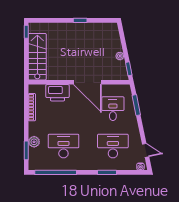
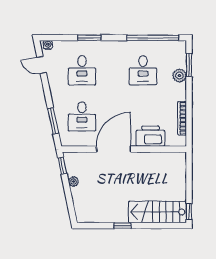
stairs: (37, 57) -> (157, 212), moved, turned 90
door: (87, 82) -> (114, 149), hinge flipped
desk: (63, 146) -> (143, 70), width x0.73
desk: (113, 146) -> (82, 70), width x0.73

